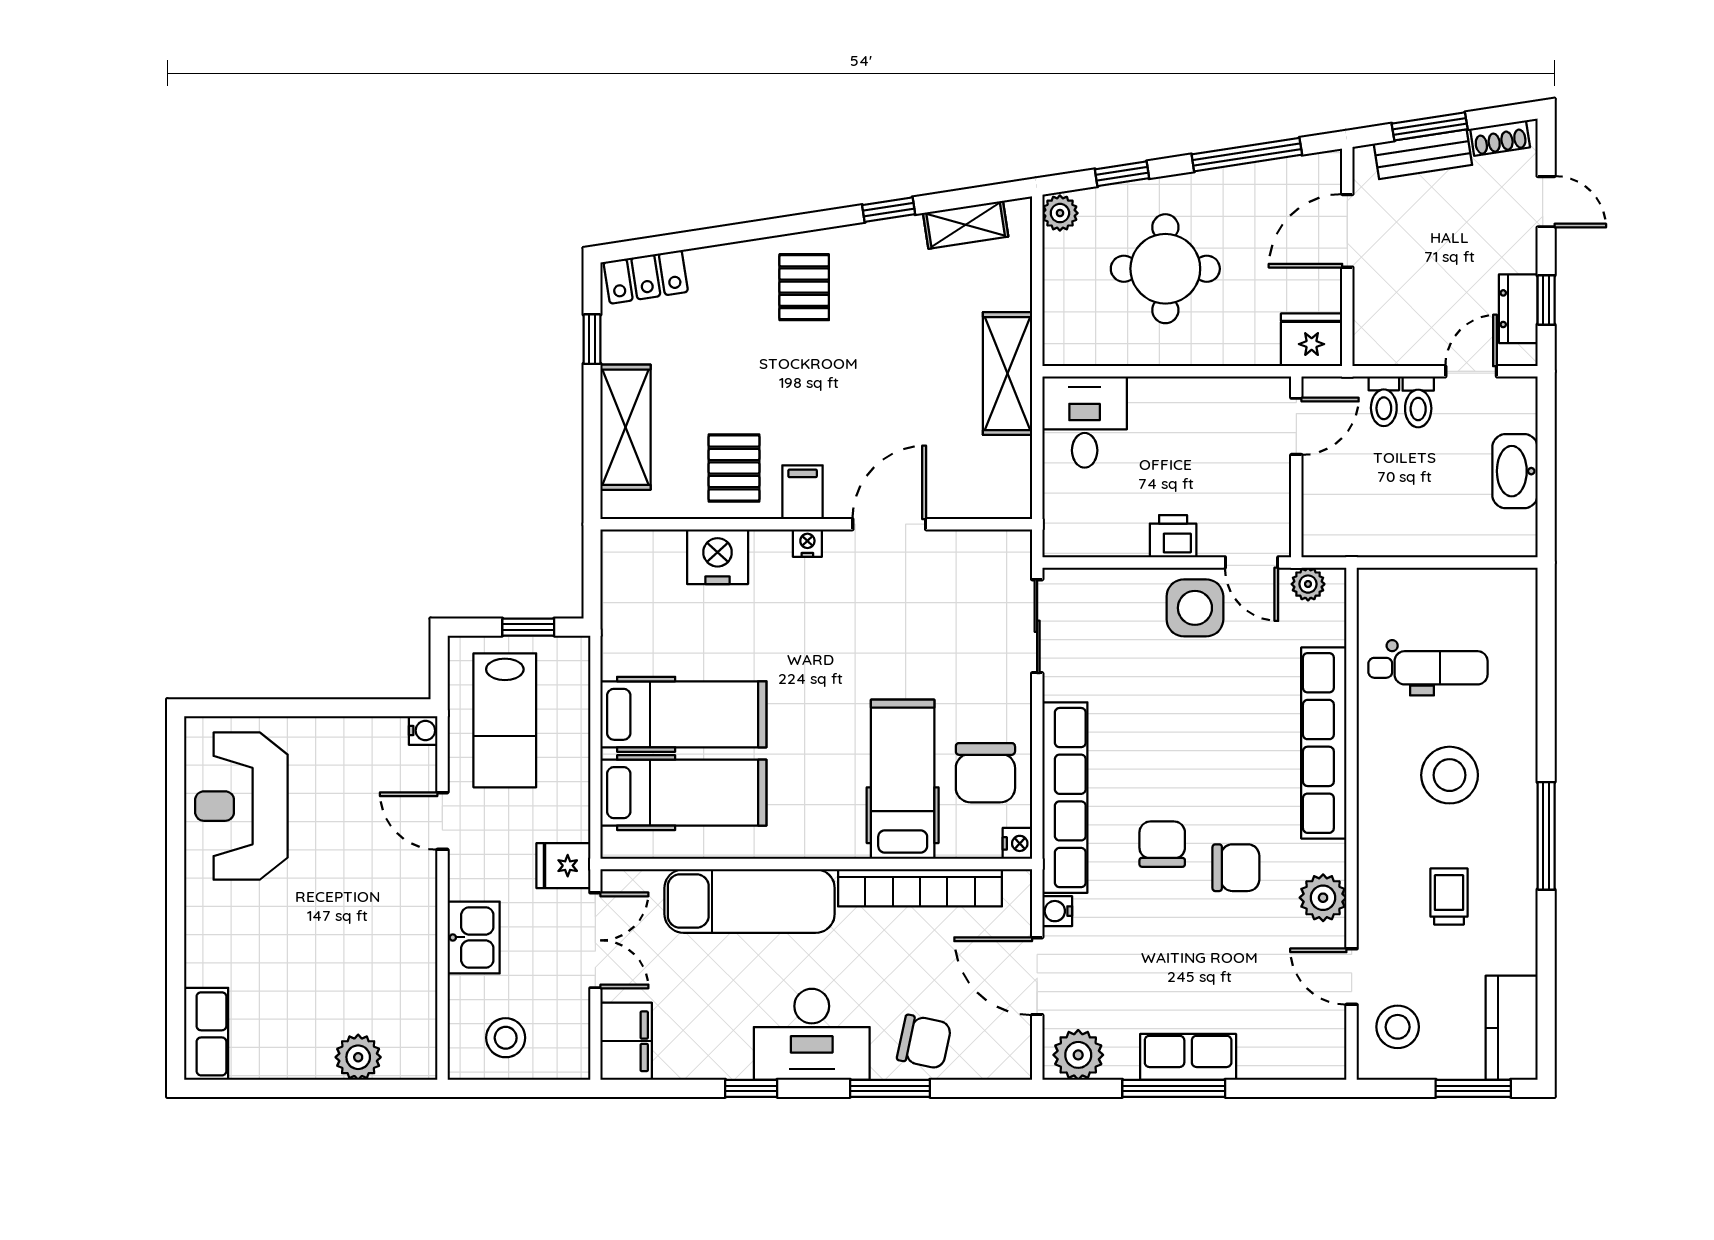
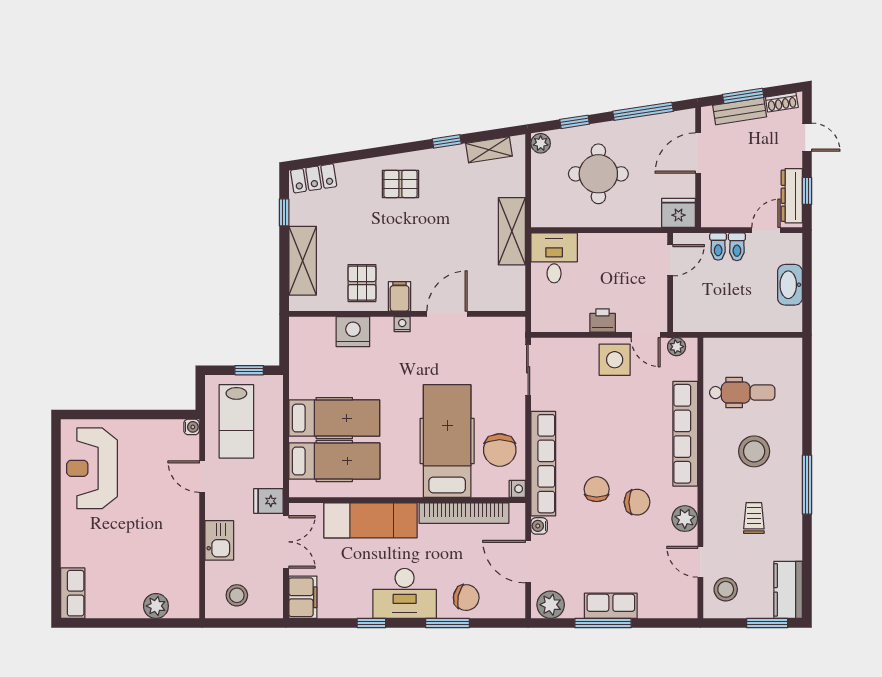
pallet: (804, 287) -> (400, 184), turned 90
dresser: (1518, 309) -> (792, 196), width x1.44
hospital bed: (903, 779) -> (447, 441), width x1.37, depth x1.29

